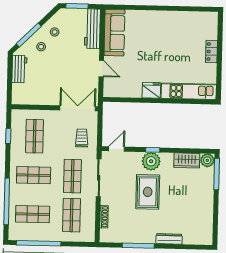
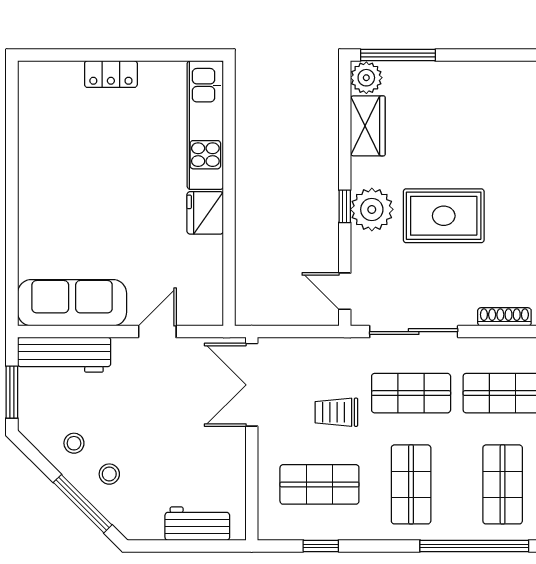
workbench: (19, 69) -> (197, 524), moved
trolley: (82, 138) -> (336, 412), moved

